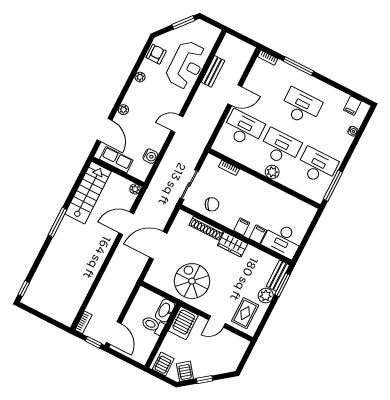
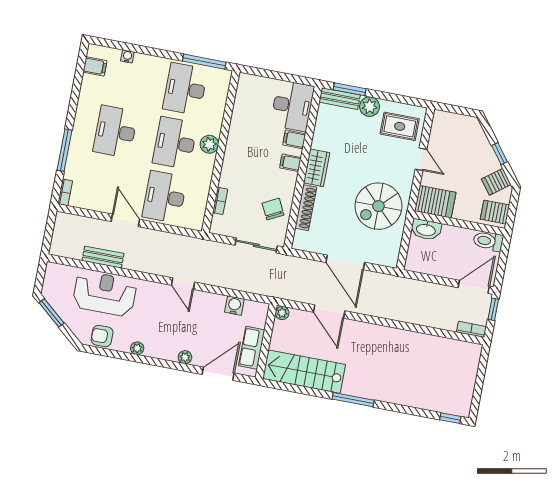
toilet: (153, 325) -> (488, 241), moved, turned 90

